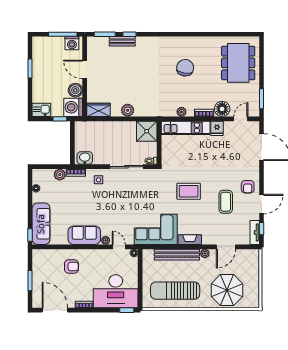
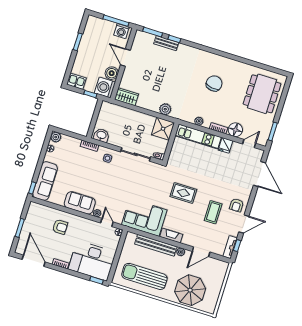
plant: (128, 110) -> (165, 109), moved
plant: (60, 175) -> (56, 137), moved

